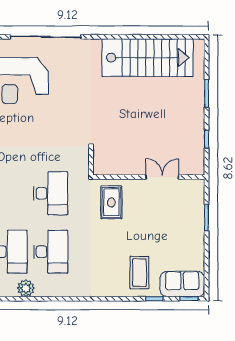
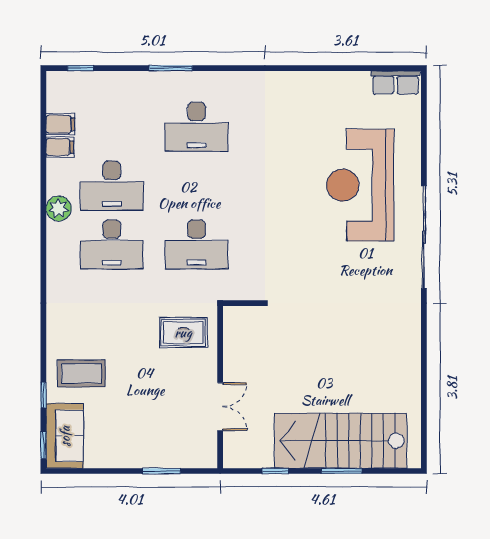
stairs: (148, 58) -> (341, 441), moved, turned 90

